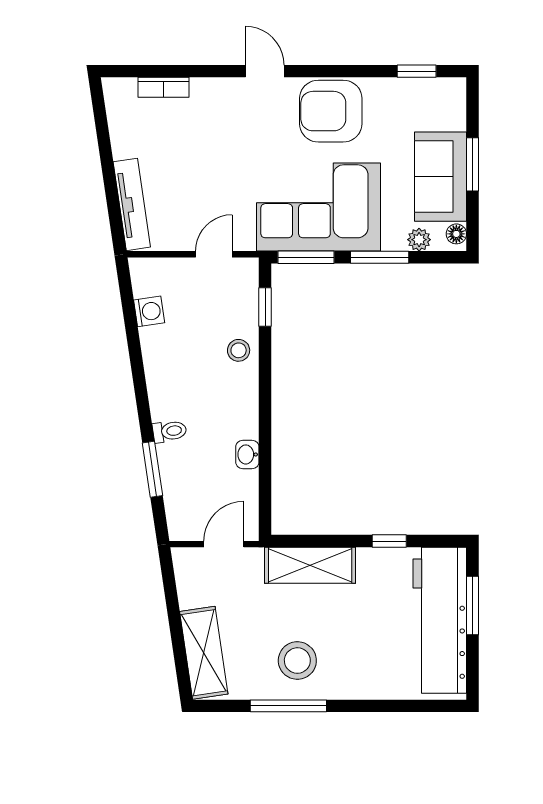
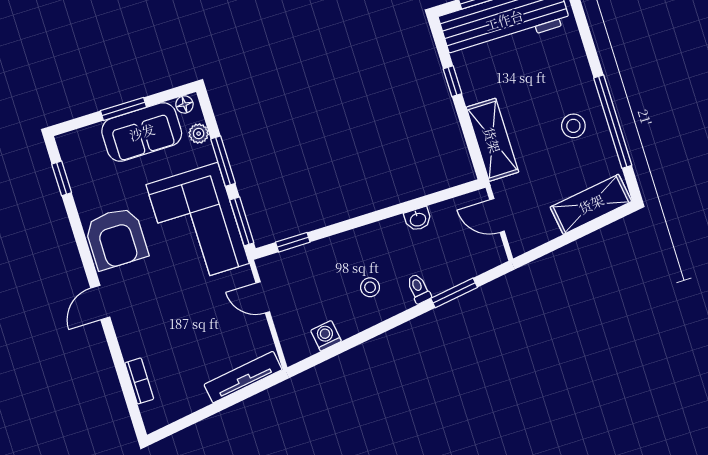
stool: (239, 350) -> (370, 287), moved
stool: (297, 661) -> (573, 126), width x0.73, depth x0.73
window: (288, 706) -> (613, 122), width x1.46

